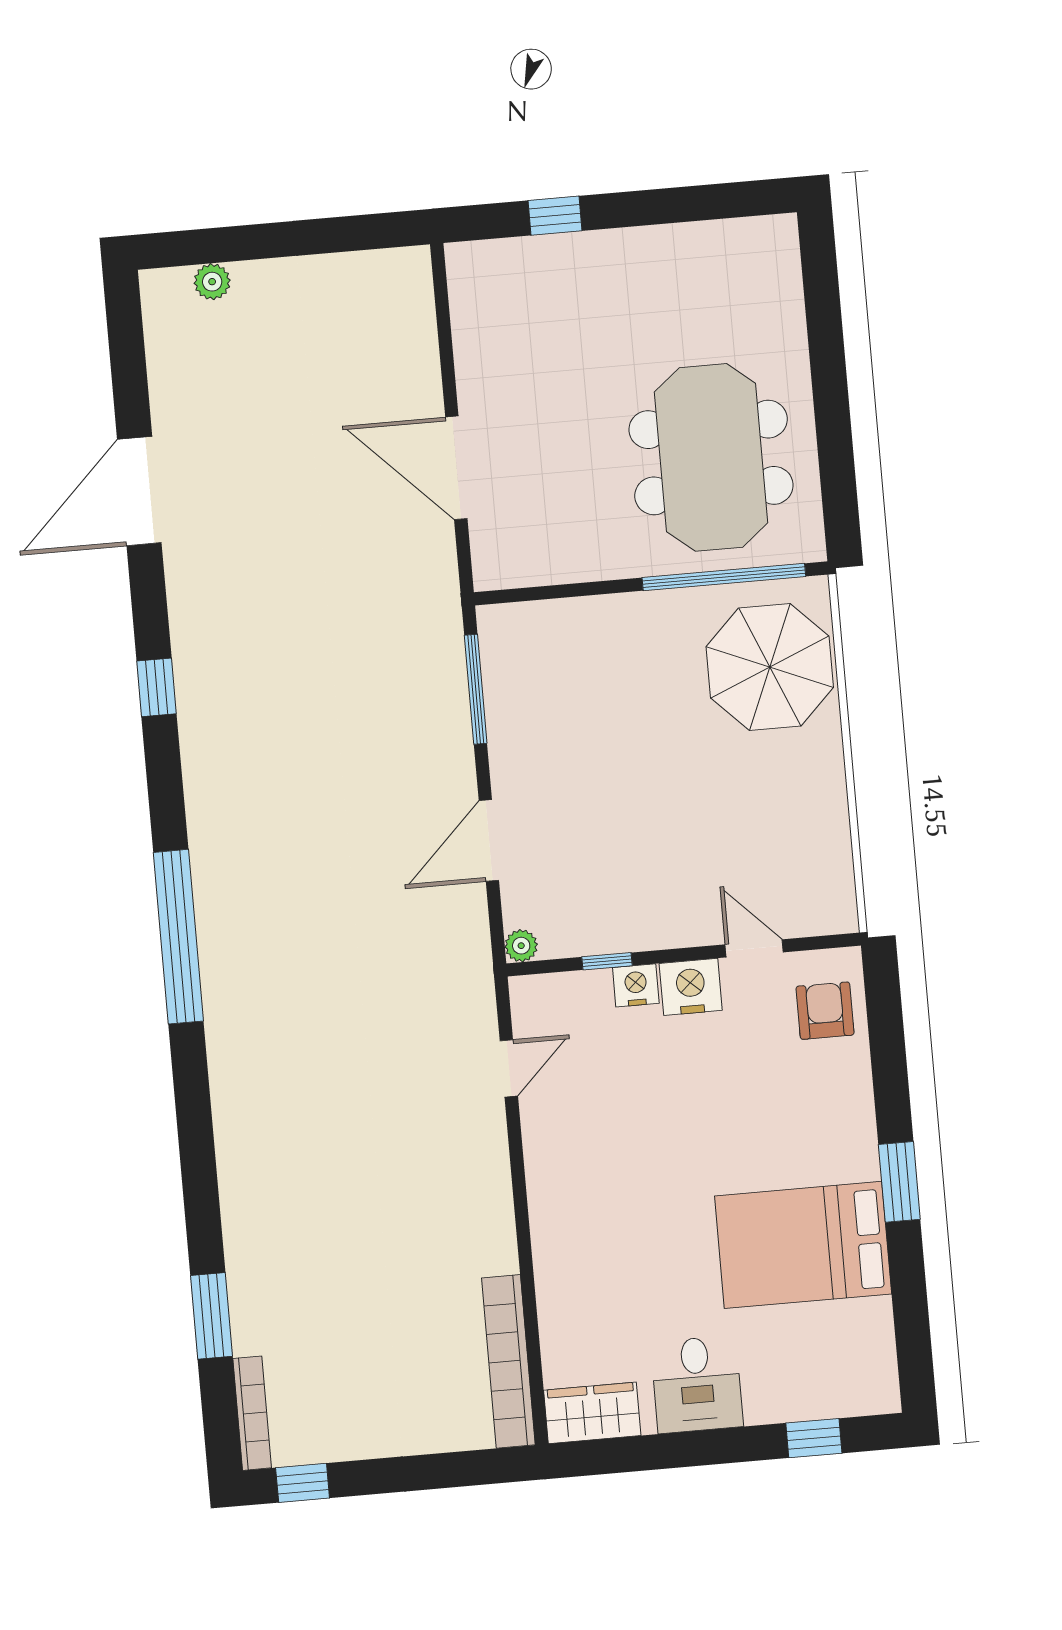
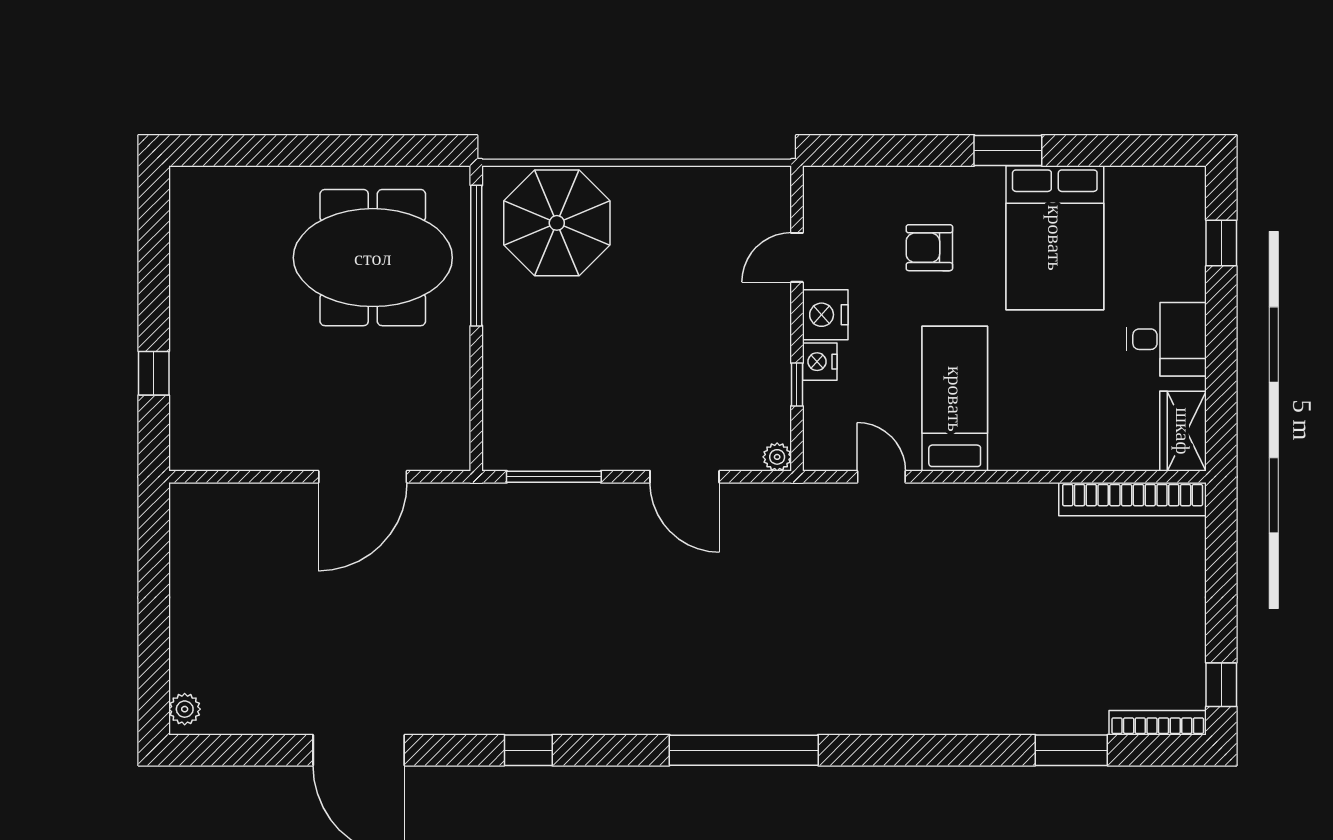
plant: (212, 282) -> (185, 709), moved
armchair: (825, 1011) -> (929, 248), moved
bed: (607, 1145) -> (955, 399), added

